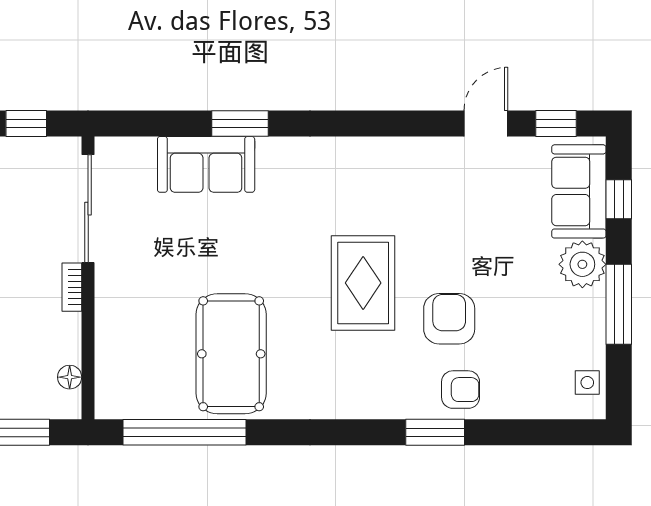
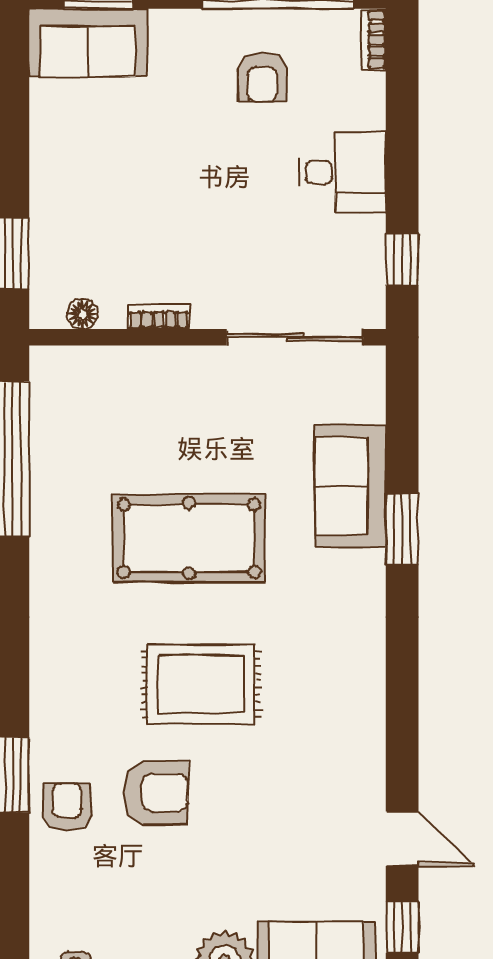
bookcase: (72, 287) -> (159, 317), moved
pool table: (231, 354) -> (189, 538), moved
armchair: (461, 390) -> (67, 807), turned 180

